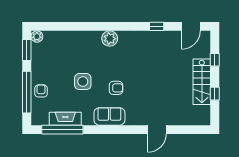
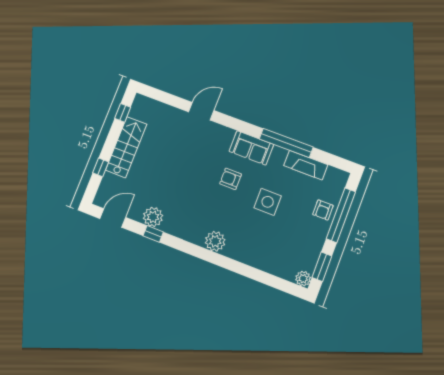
plant: (162, 39) -> (153, 217), added
window: (215, 94) -> (123, 113), moved
window: (62, 130) -> (286, 143), moved

